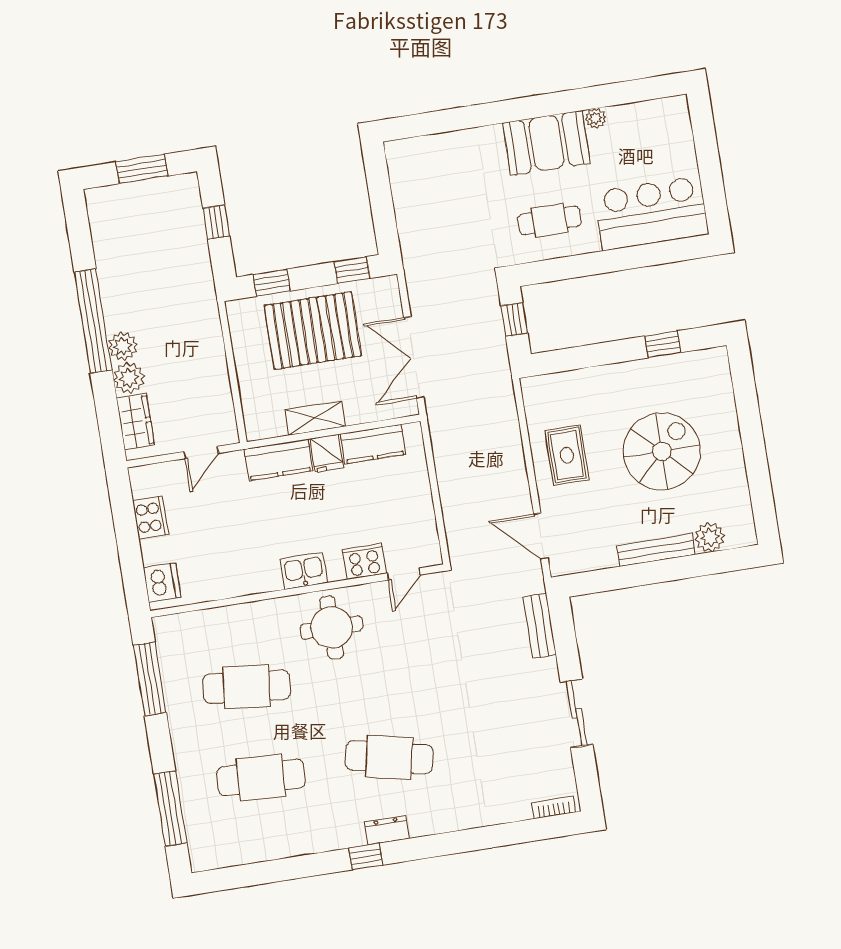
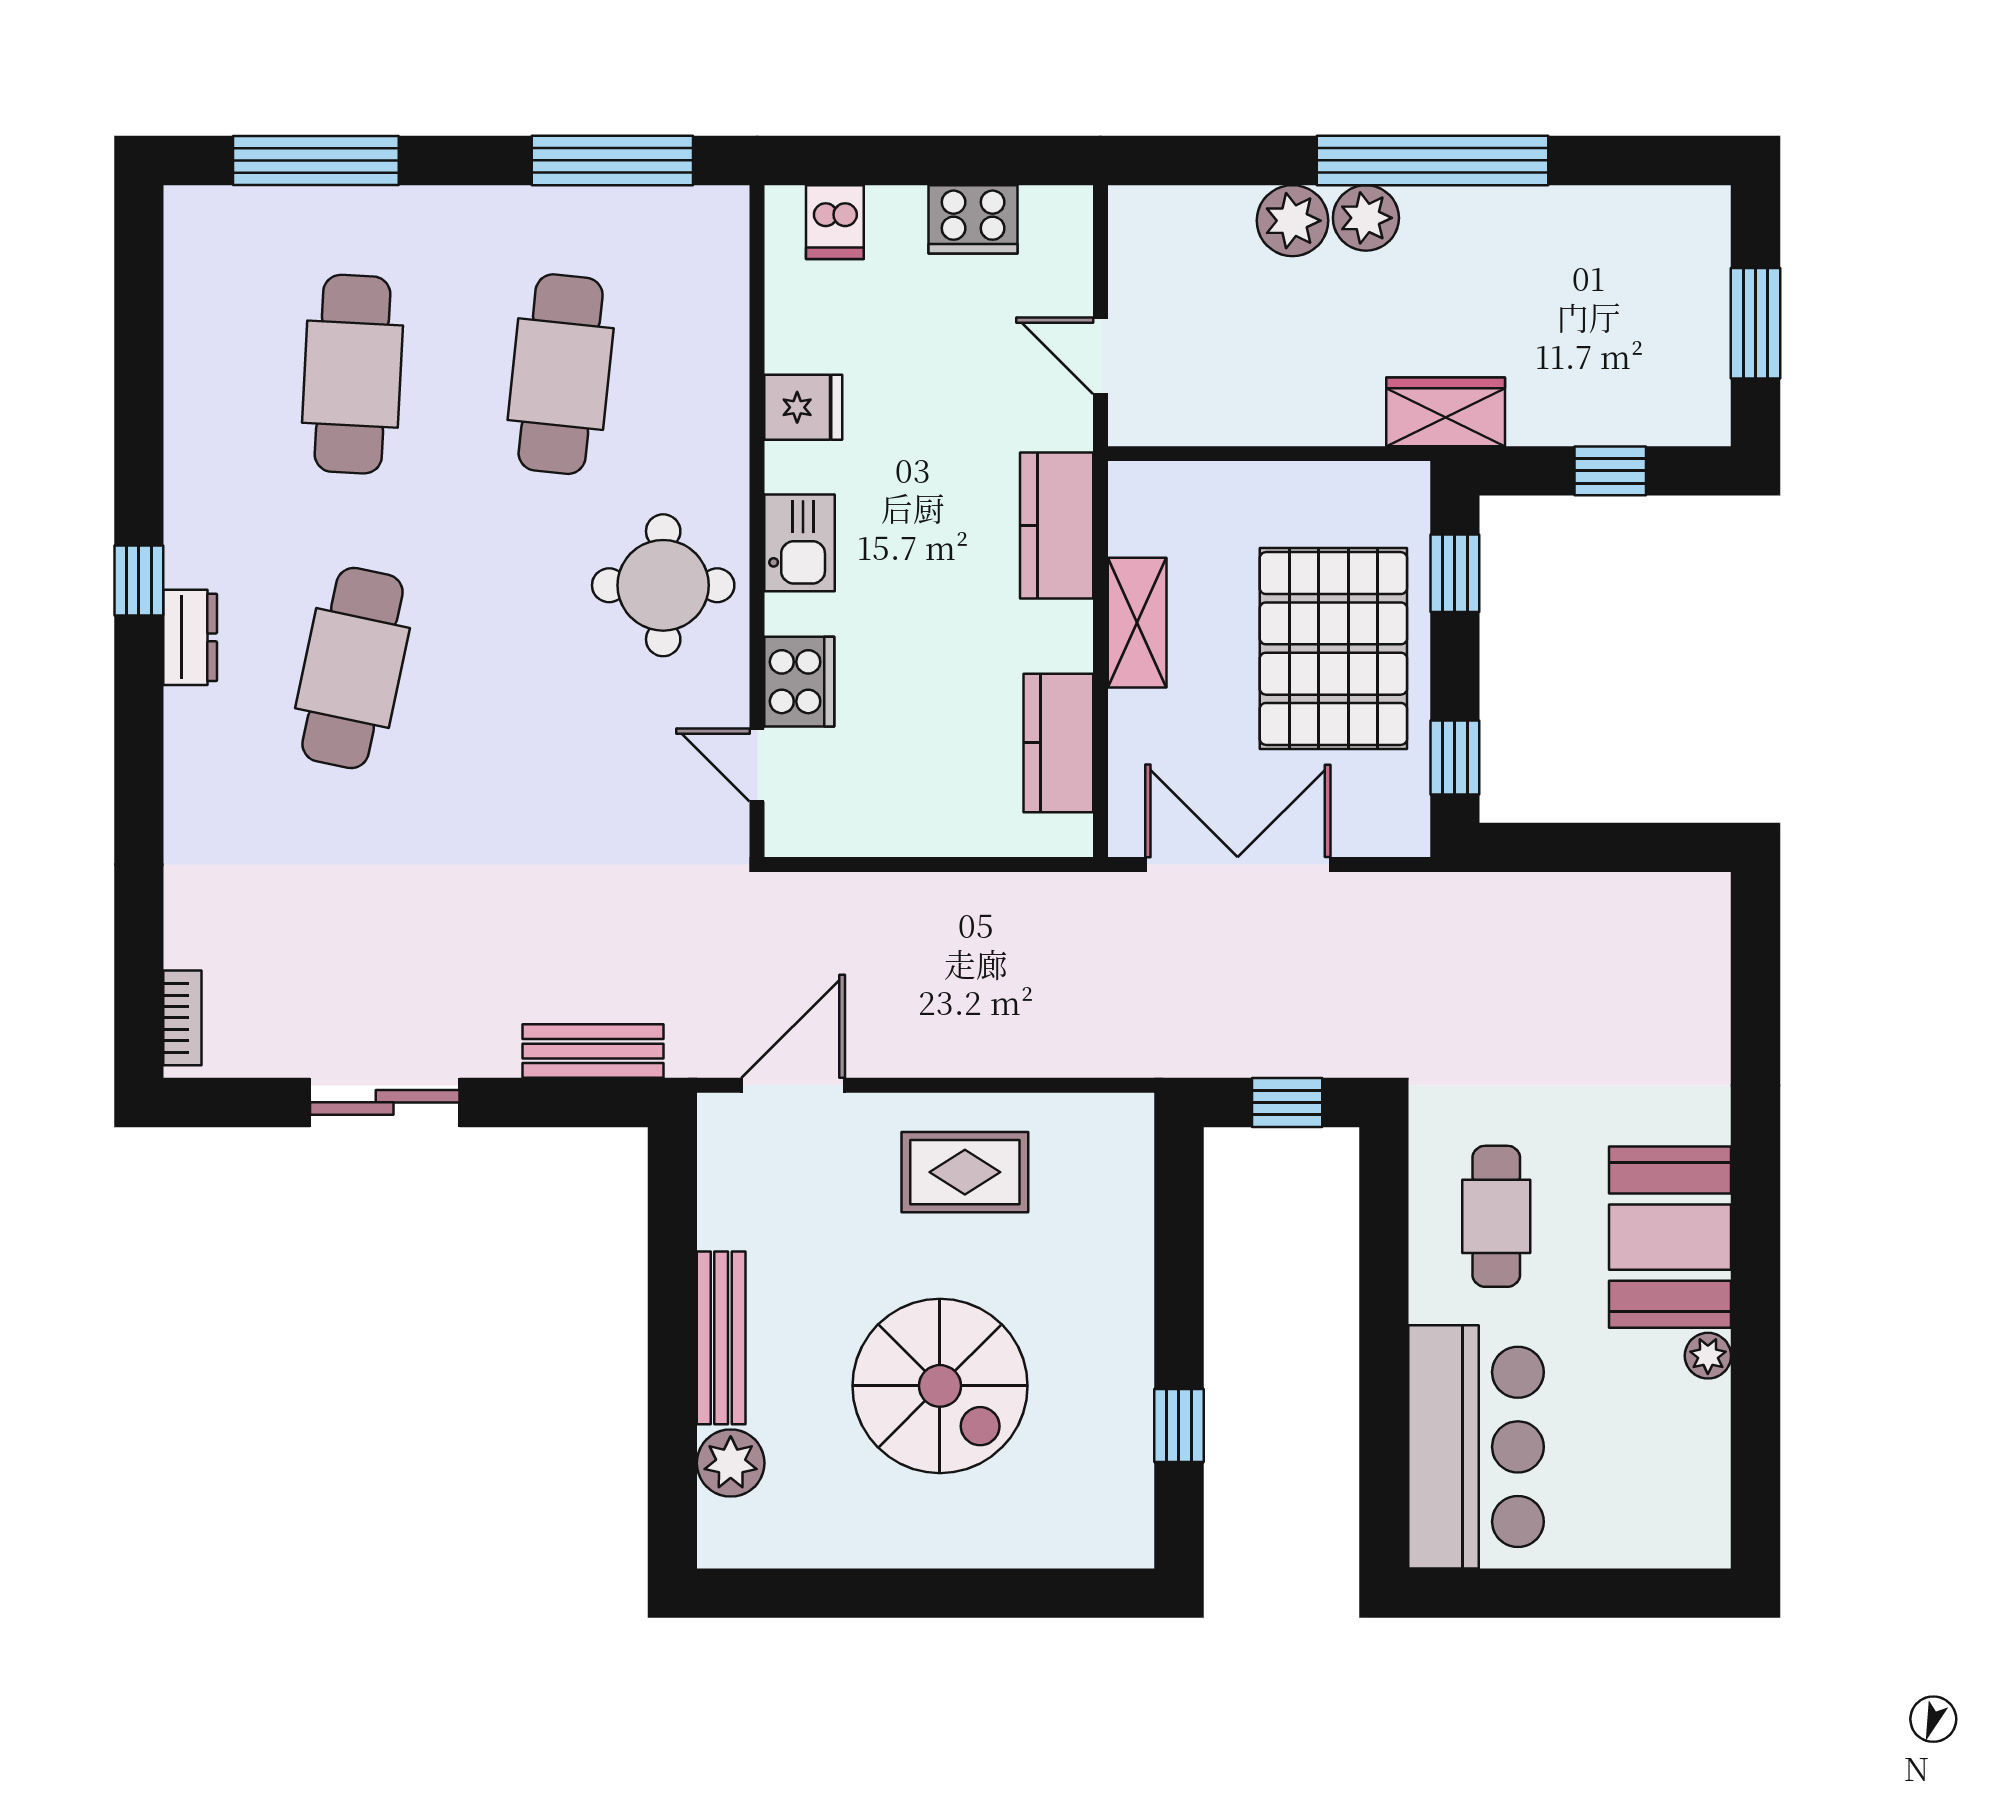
wardrobe: (135, 422) -> (1446, 412), moved, turned 180
fridge: (327, 453) -> (803, 407), moved, turned 180
dishwasher: (162, 582) -> (835, 222), width x0.73

